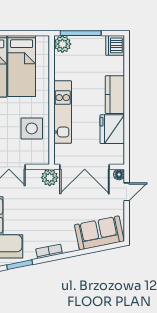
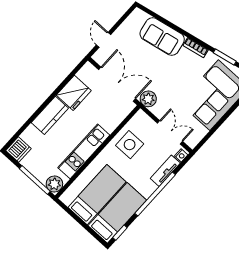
kitchen unit: (63, 112) -> (84, 151), moved
floor lamp: (119, 174) -> (98, 57), removed
door: (127, 192) -> (104, 40), hinge flipped
sofa: (99, 233) -> (162, 37), moved

